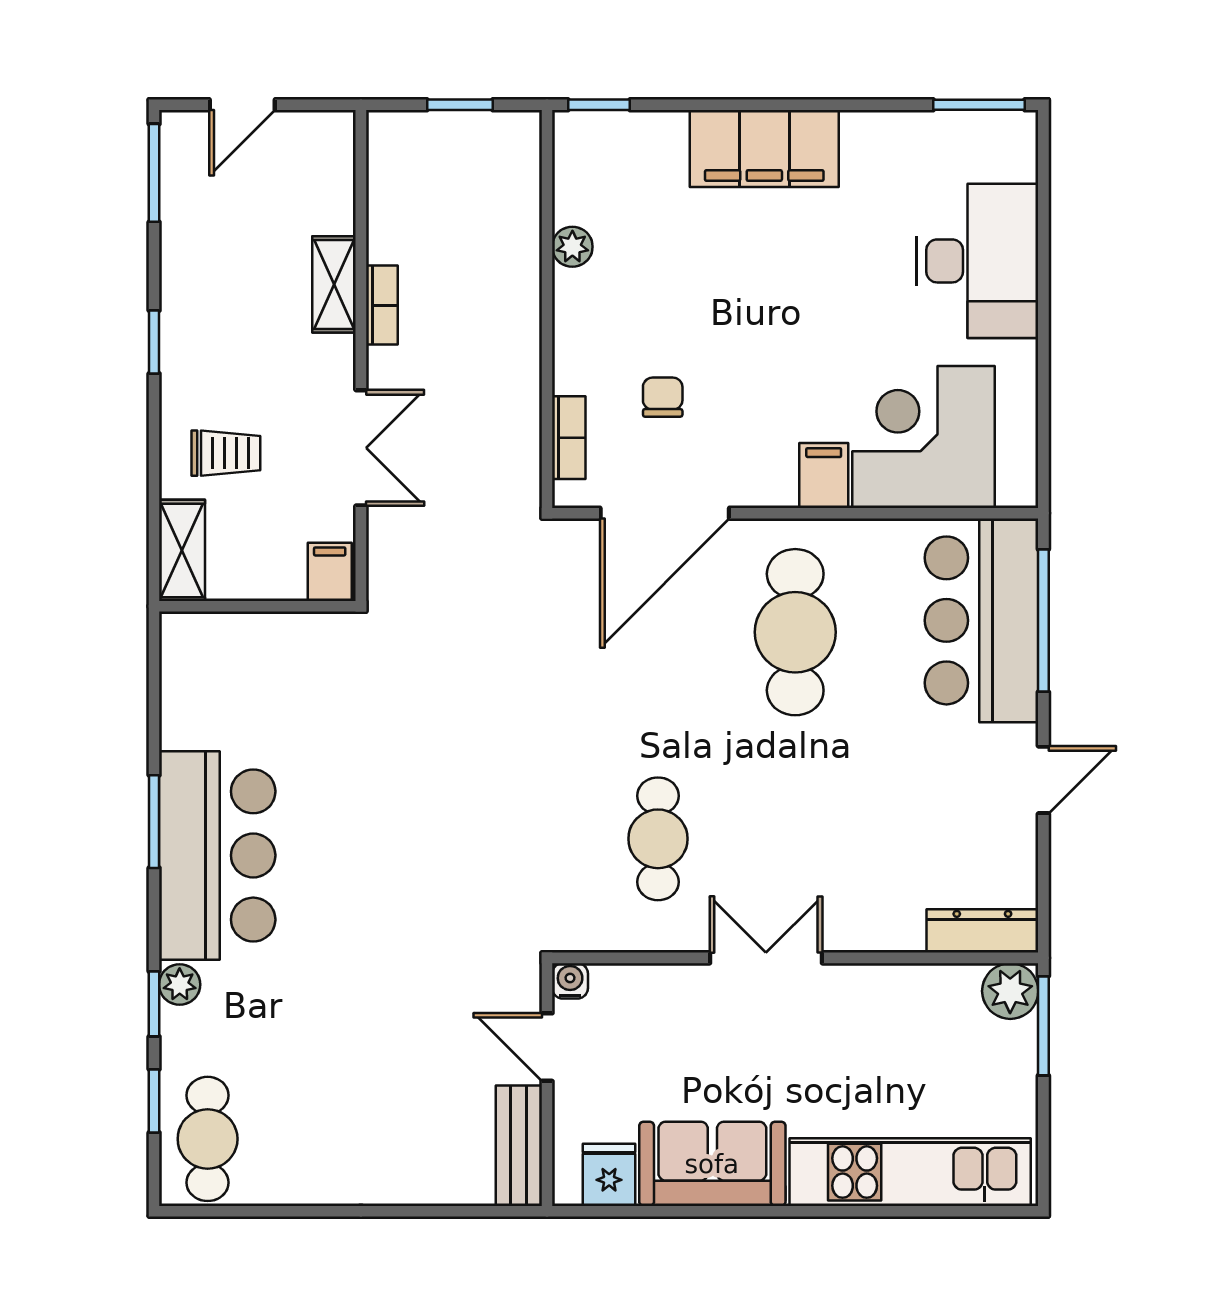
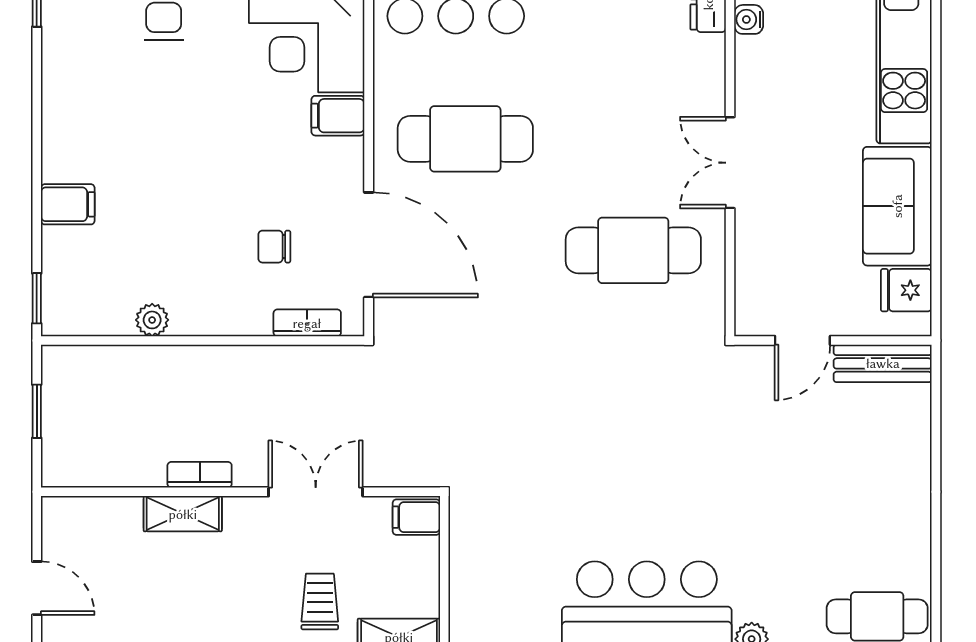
filing cabinet: (764, 148) -> (68, 204), width x0.33, depth x0.86
cafe table: (658, 839) -> (633, 250), width x1.37, depth x1.35
water cooler: (570, 981) -> (749, 19), moved

